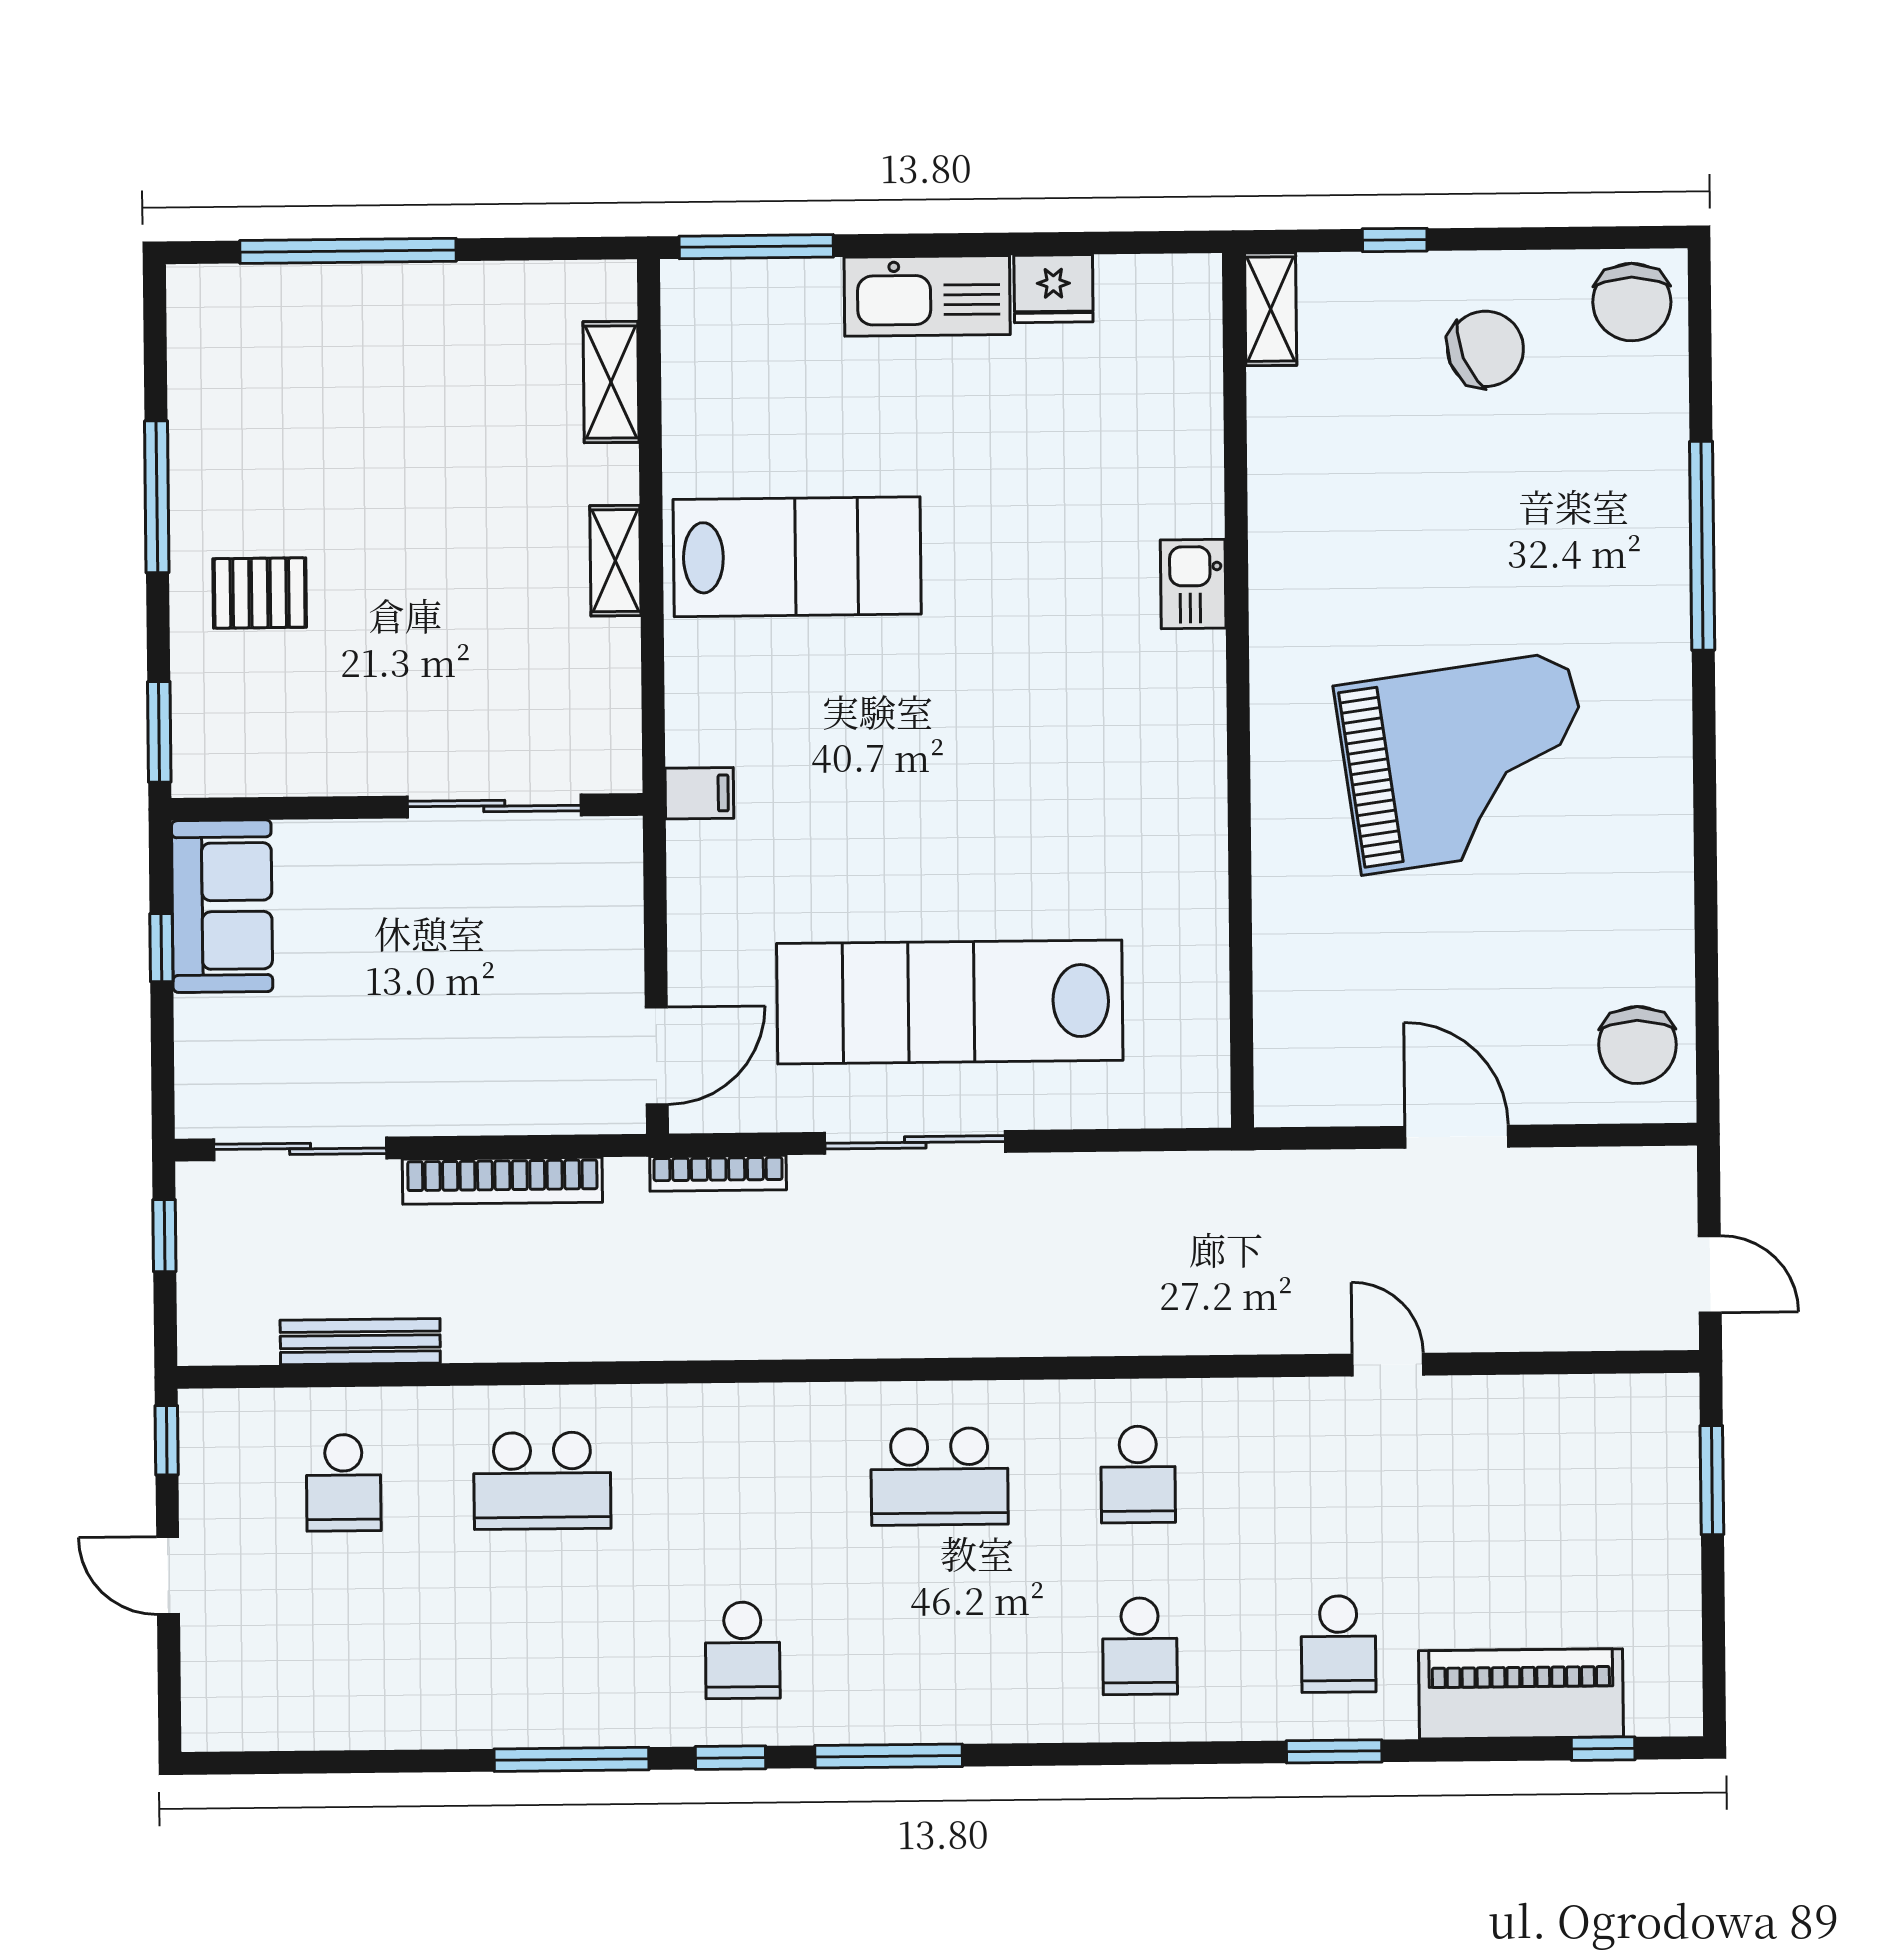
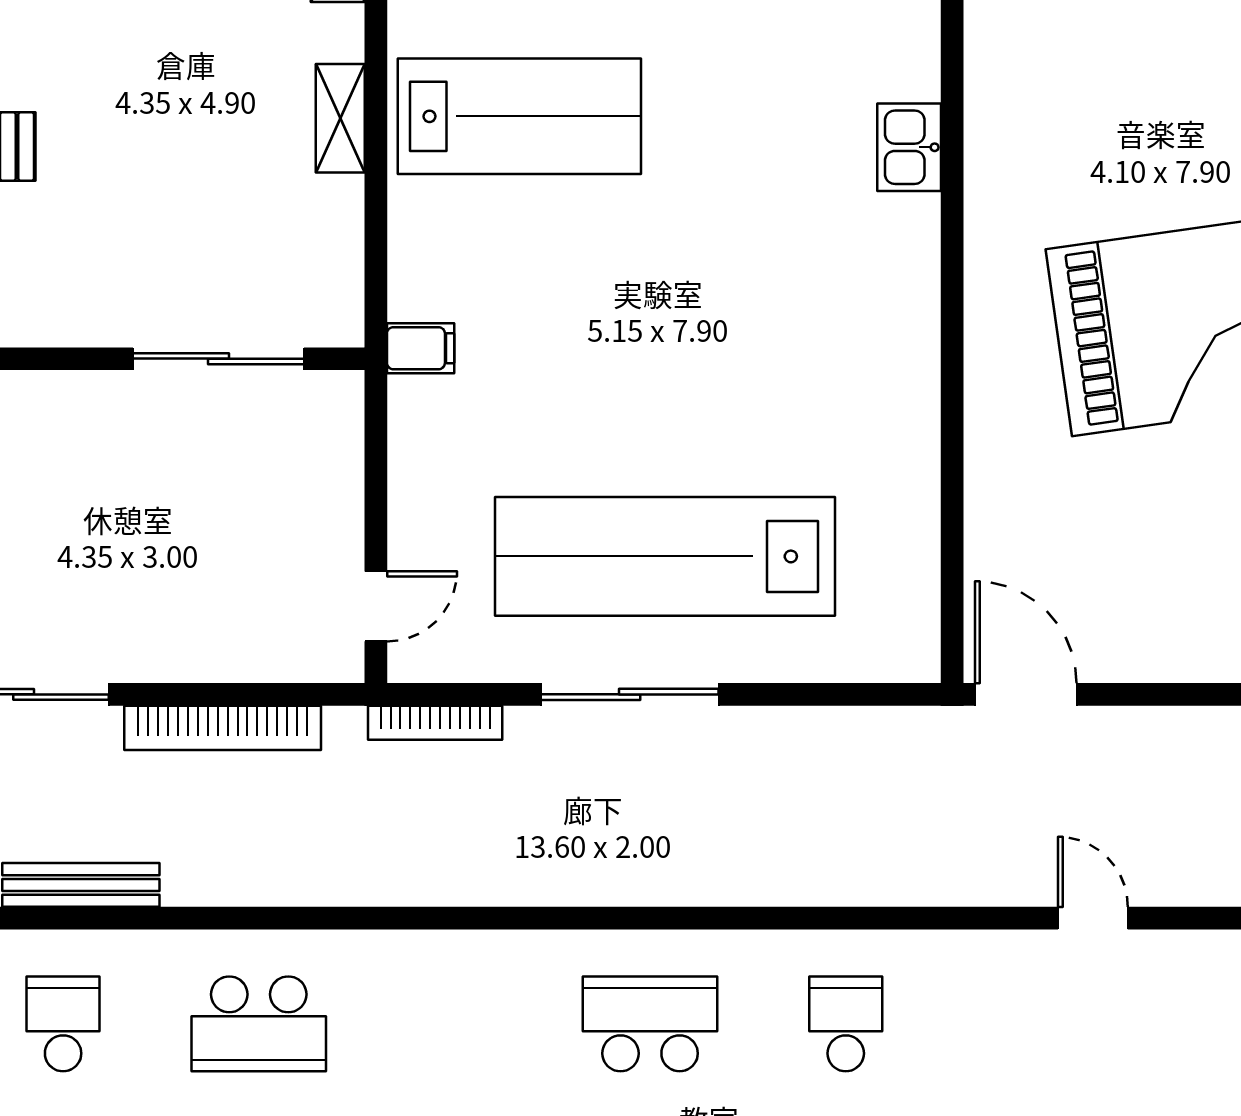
door: (657, 1056) -> (376, 606), width x0.73
door: (1457, 1137) -> (1026, 694), moved
school desk: (1138, 1474) -> (846, 1024), turned 180
school desk: (939, 1477) -> (650, 1024), turned 180
school desk: (344, 1483) -> (63, 1024), turned 180

